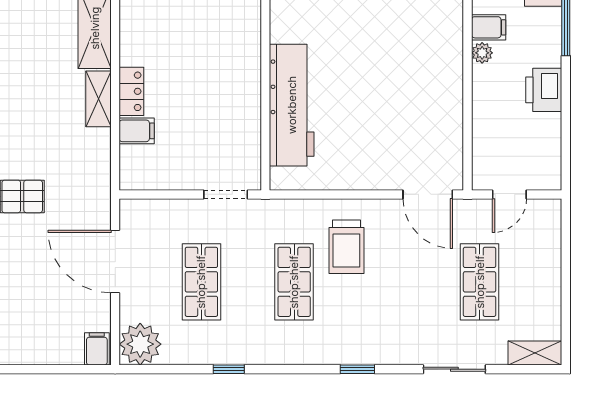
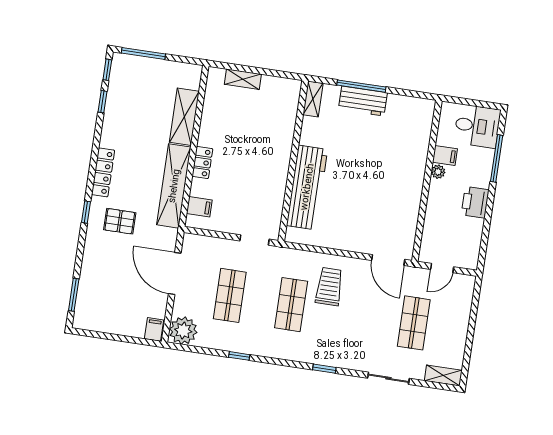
shelving: (98, 99) -> (174, 186), width x2.20, depth x1.33
filing cabinet: (137, 131) -> (199, 207), moved
trolley: (346, 247) -> (329, 287), turned 180

